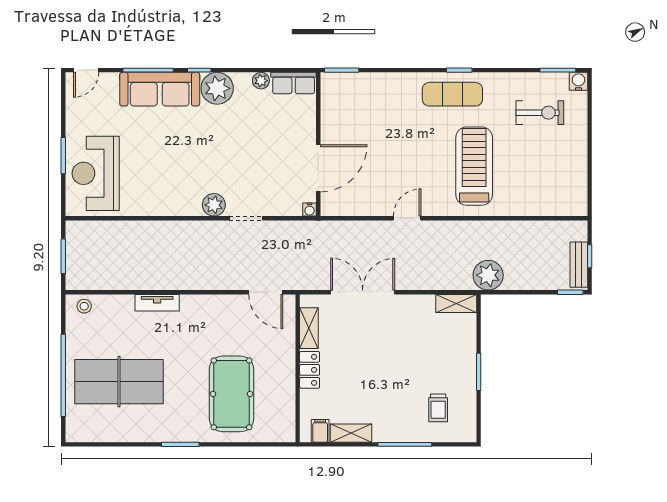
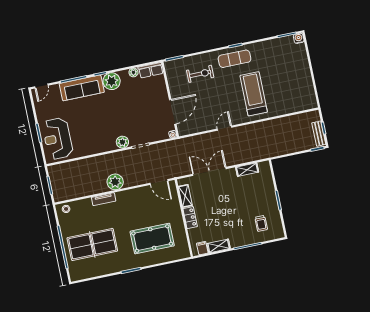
exercise bike: (540, 113) -> (200, 74), moved
plant: (488, 275) -> (115, 182), moved
shelving: (456, 303) -> (247, 170), moved
pool table: (231, 394) -> (152, 239), turned 90

